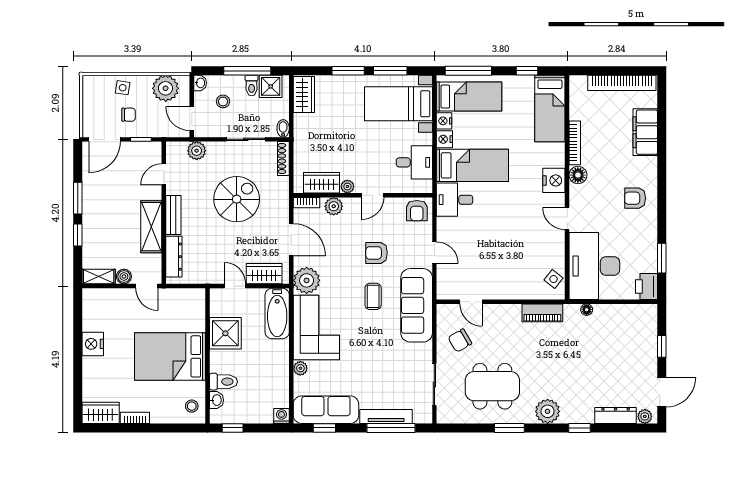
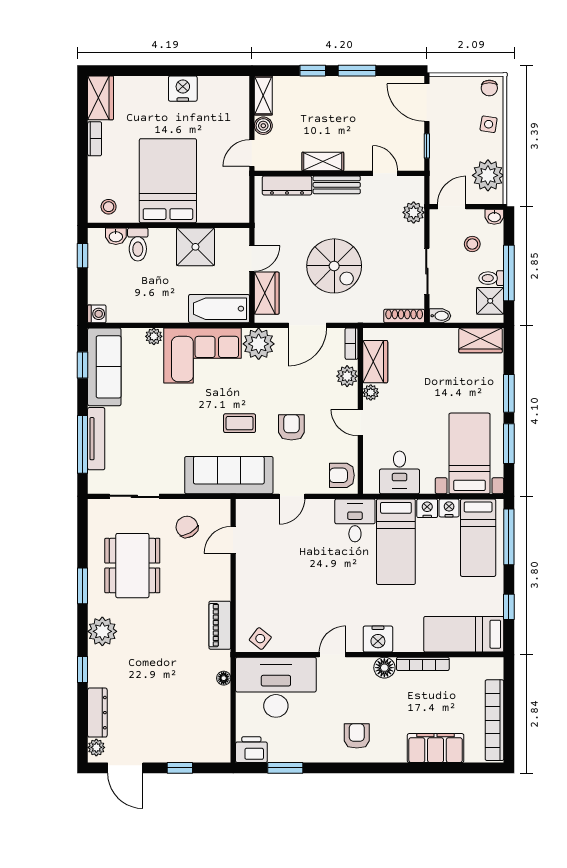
chair: (128, 115) -> (489, 88), moved
spiral stairs: (237, 199) -> (334, 266), moved
shelving: (151, 227) -> (323, 161), width x0.67, depth x0.75

